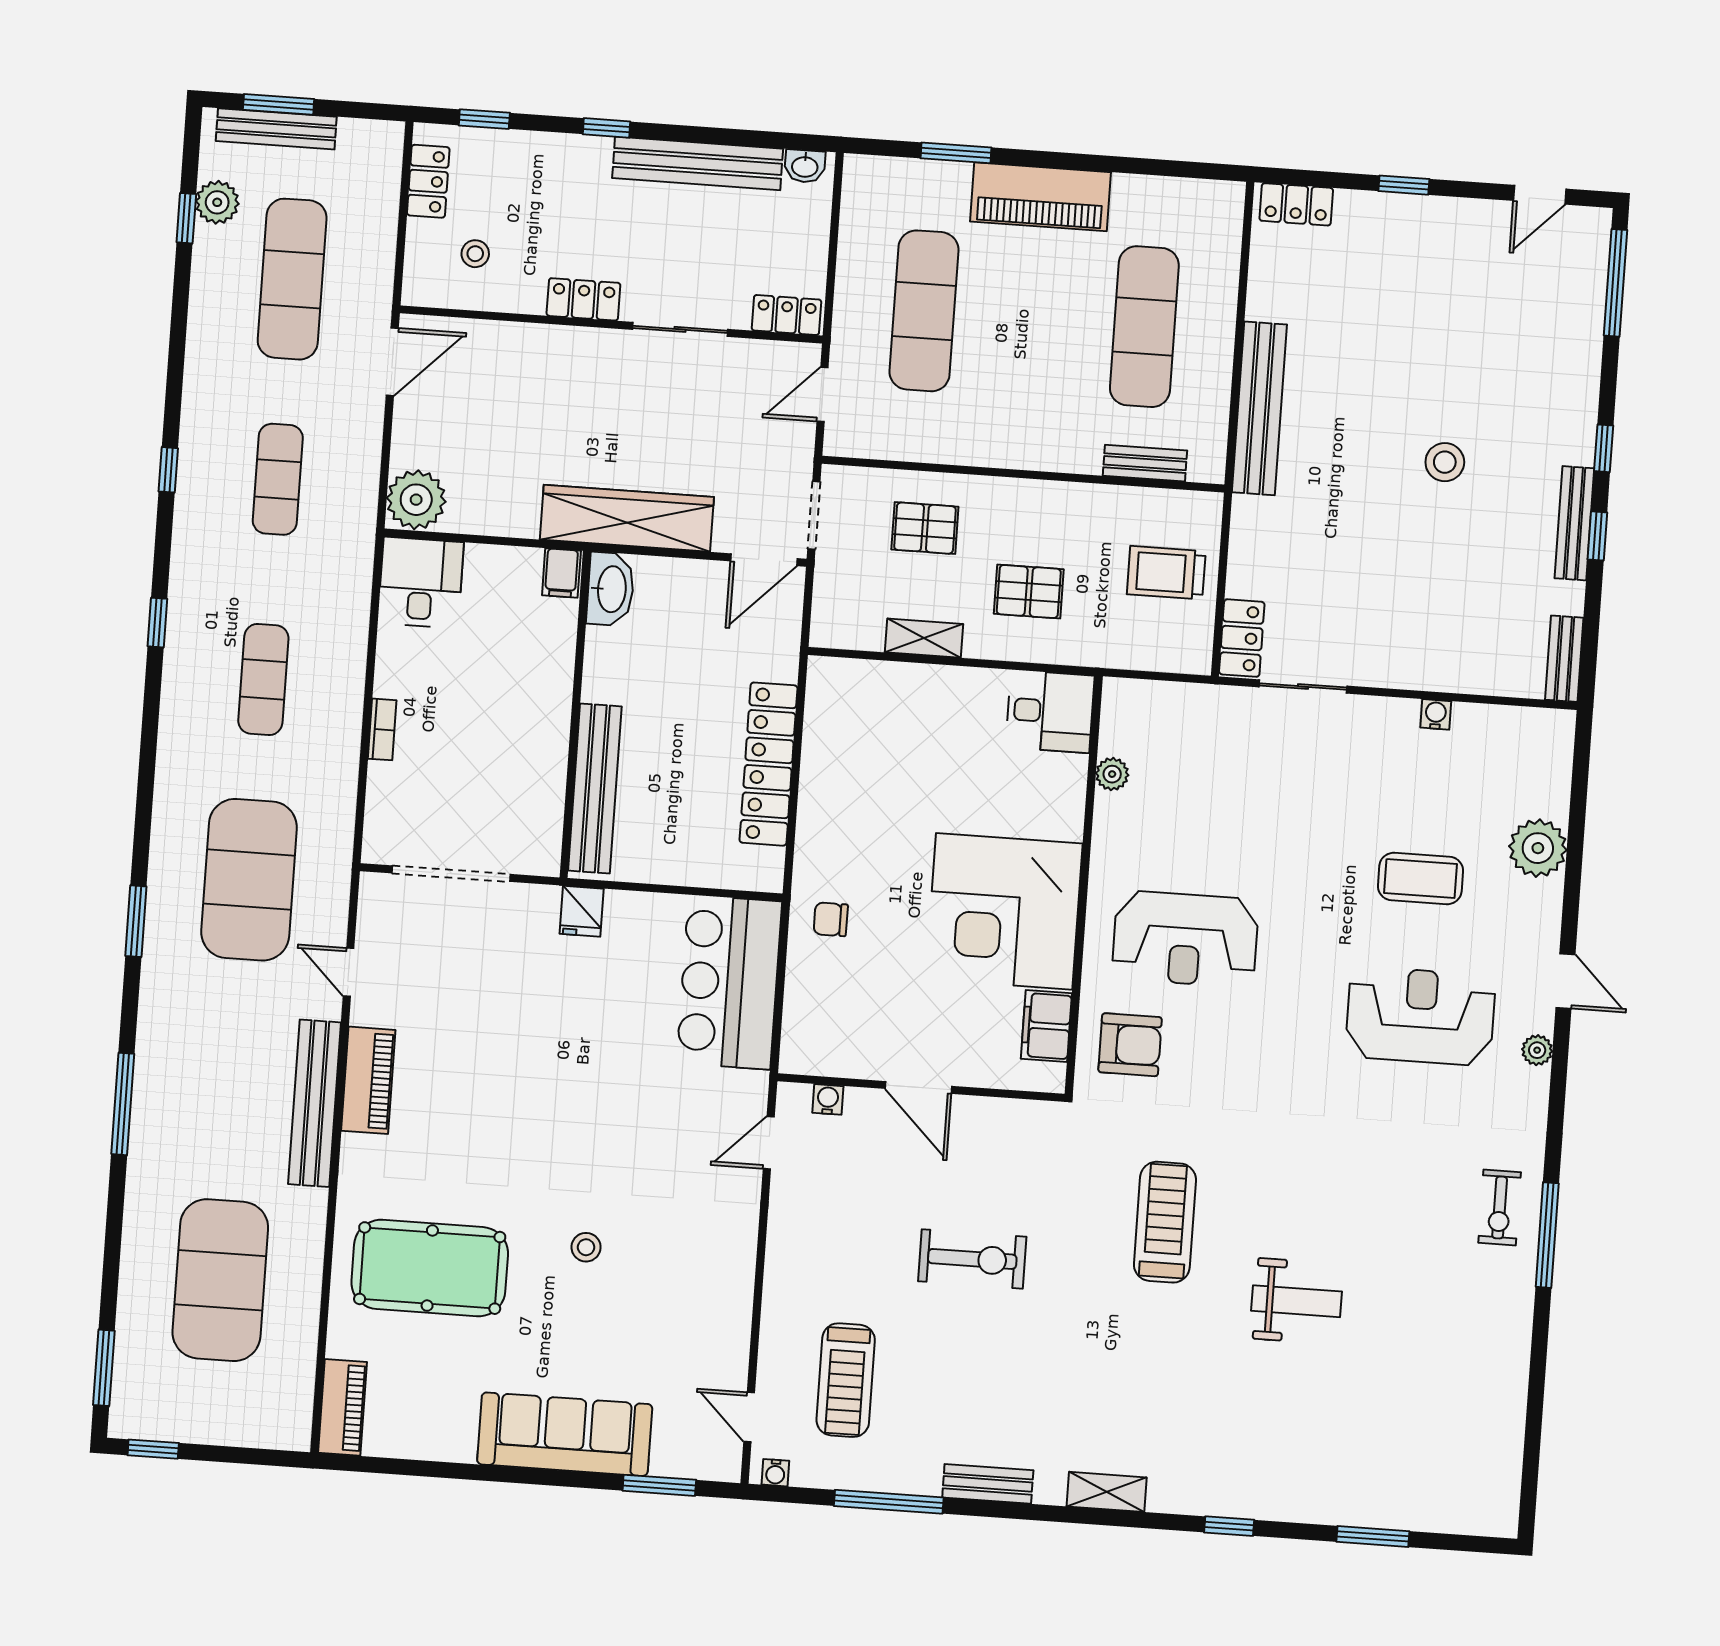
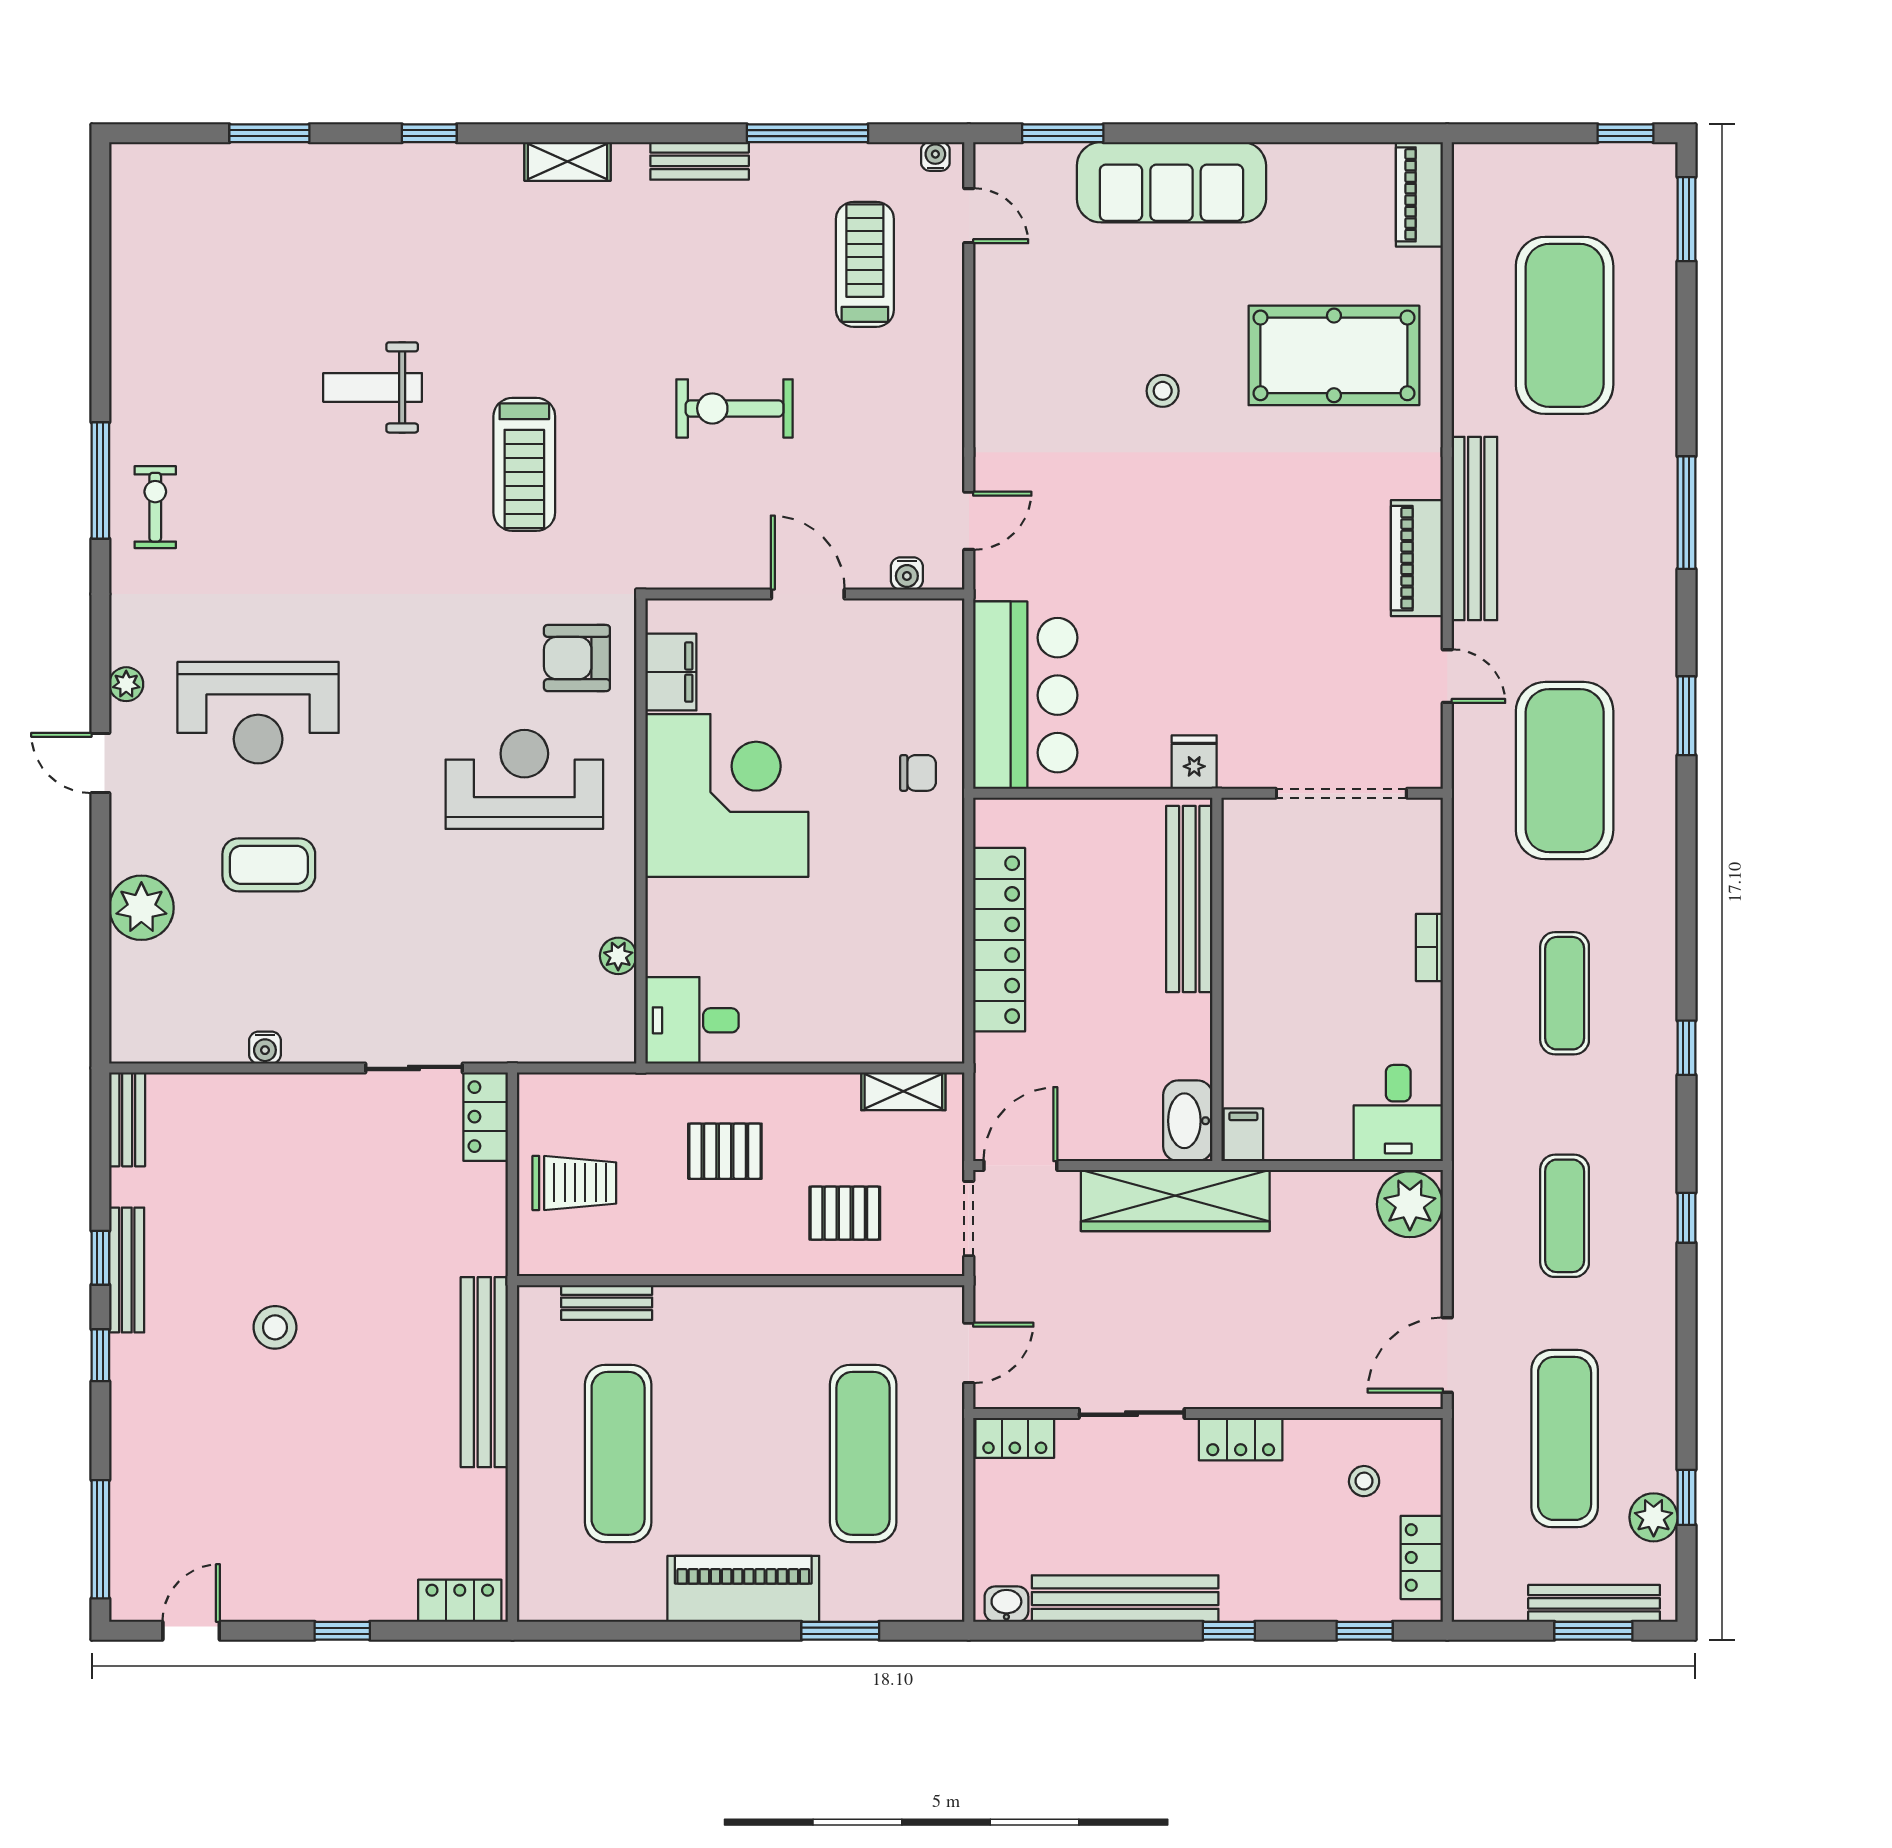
shelving: (924, 638) -> (903, 1091), moved

